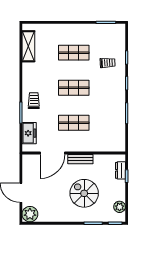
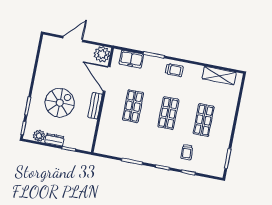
trolley: (34, 101) -> (174, 70), moved
dresser: (120, 170) -> (54, 140), moved
plant: (30, 214) -> (102, 54), moved

